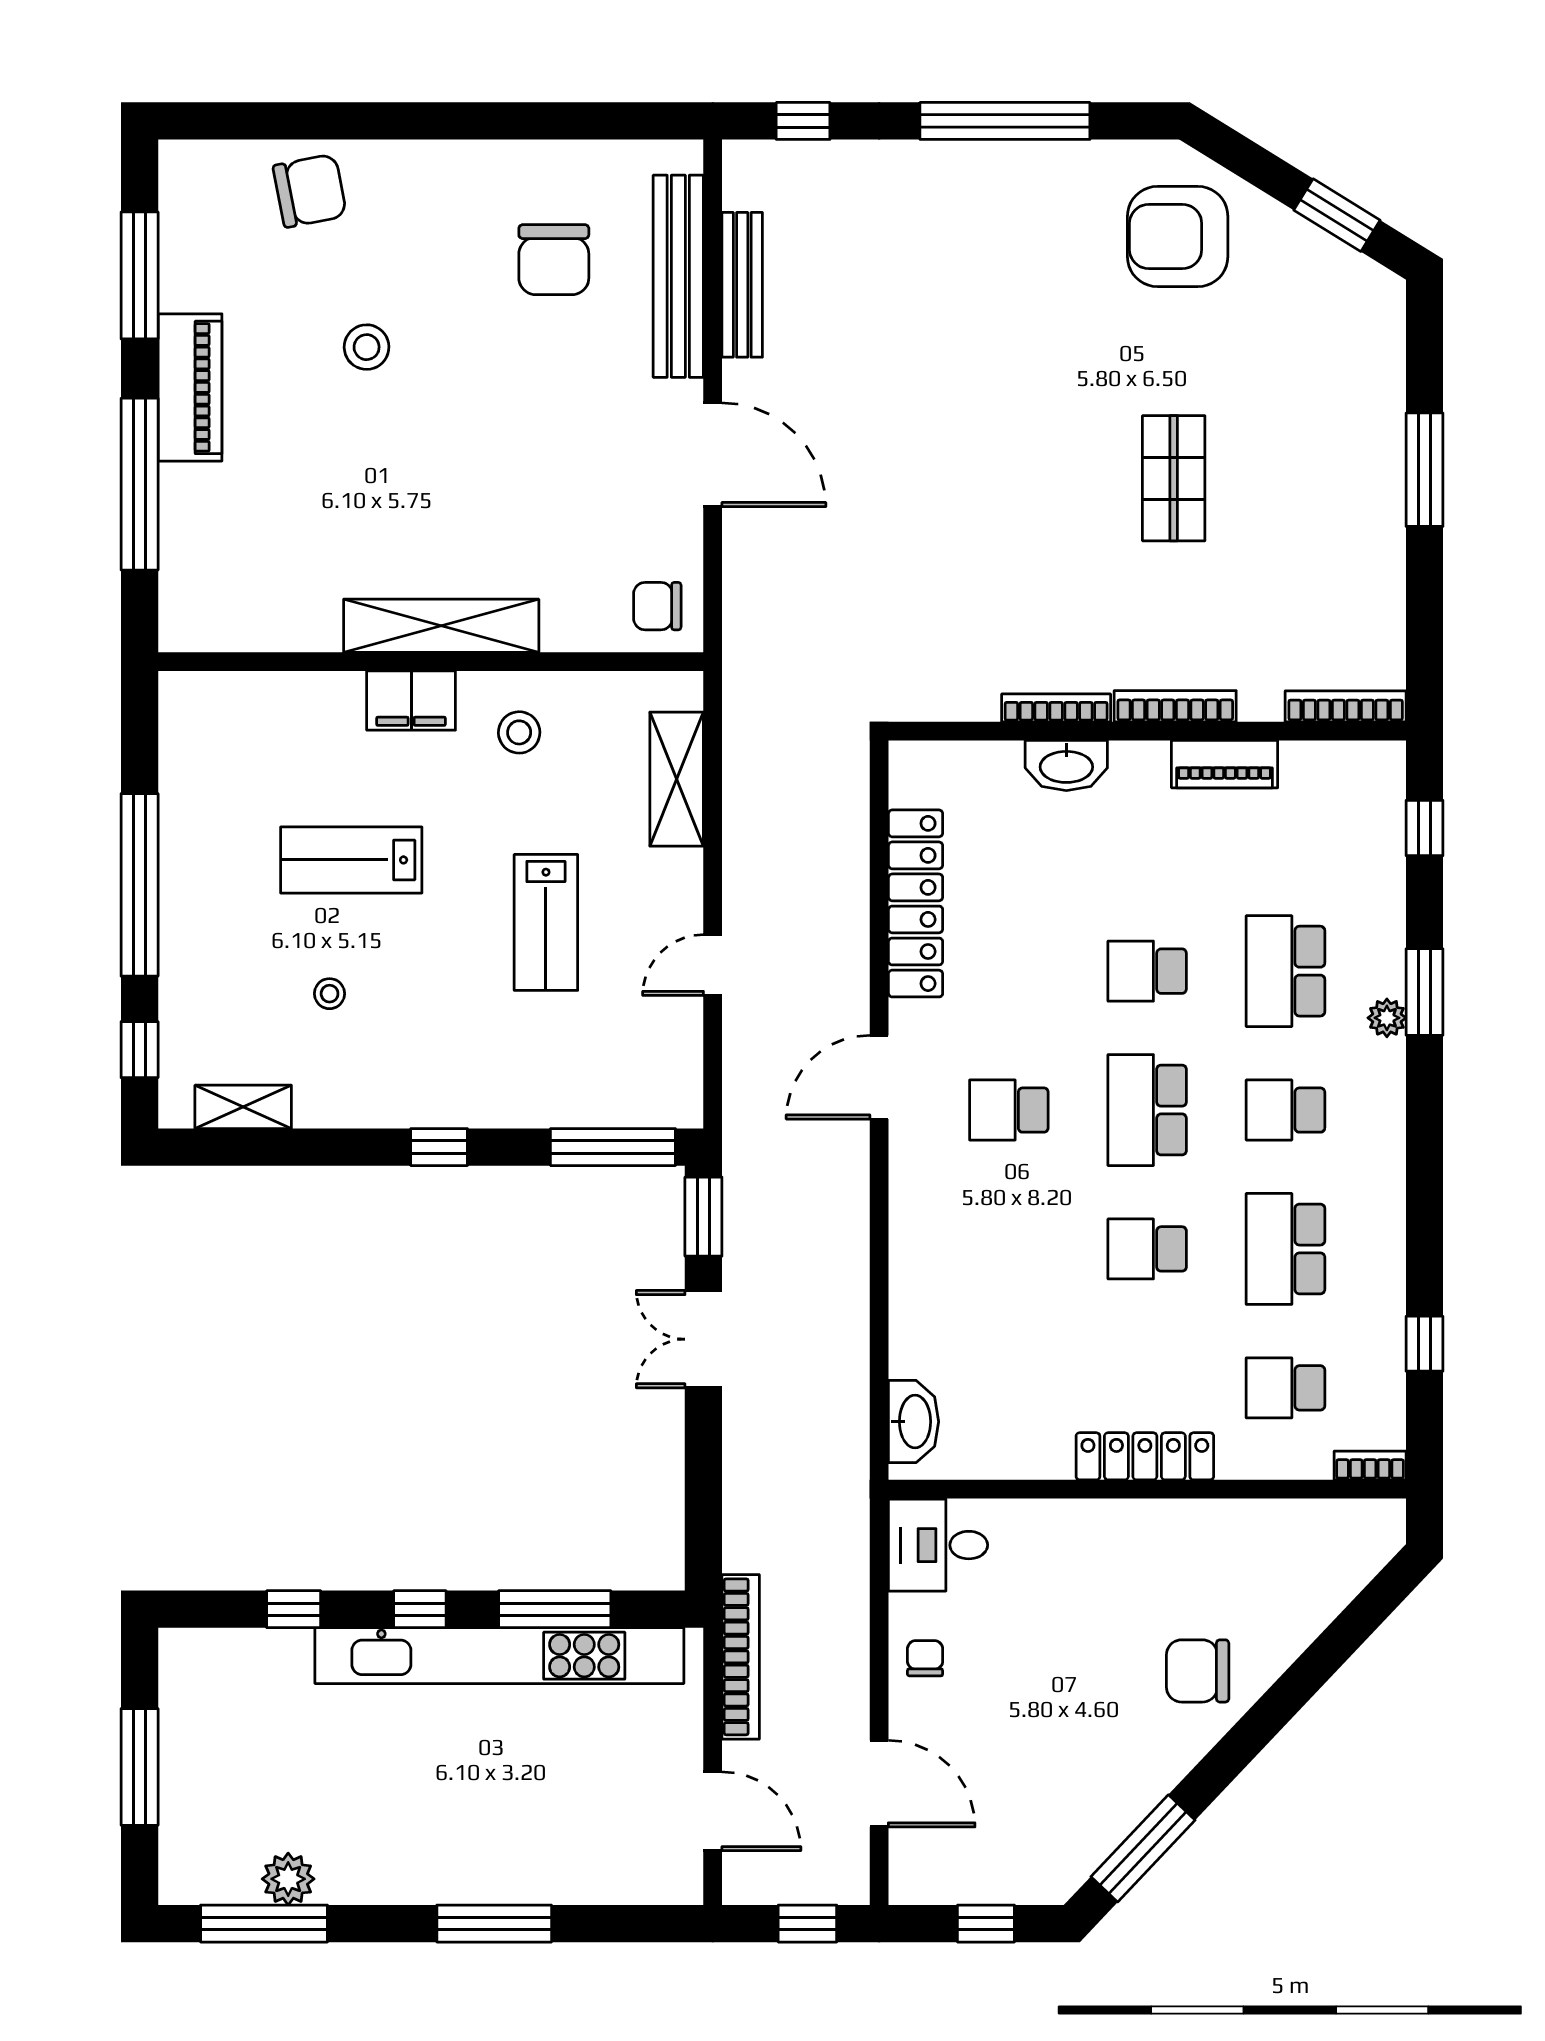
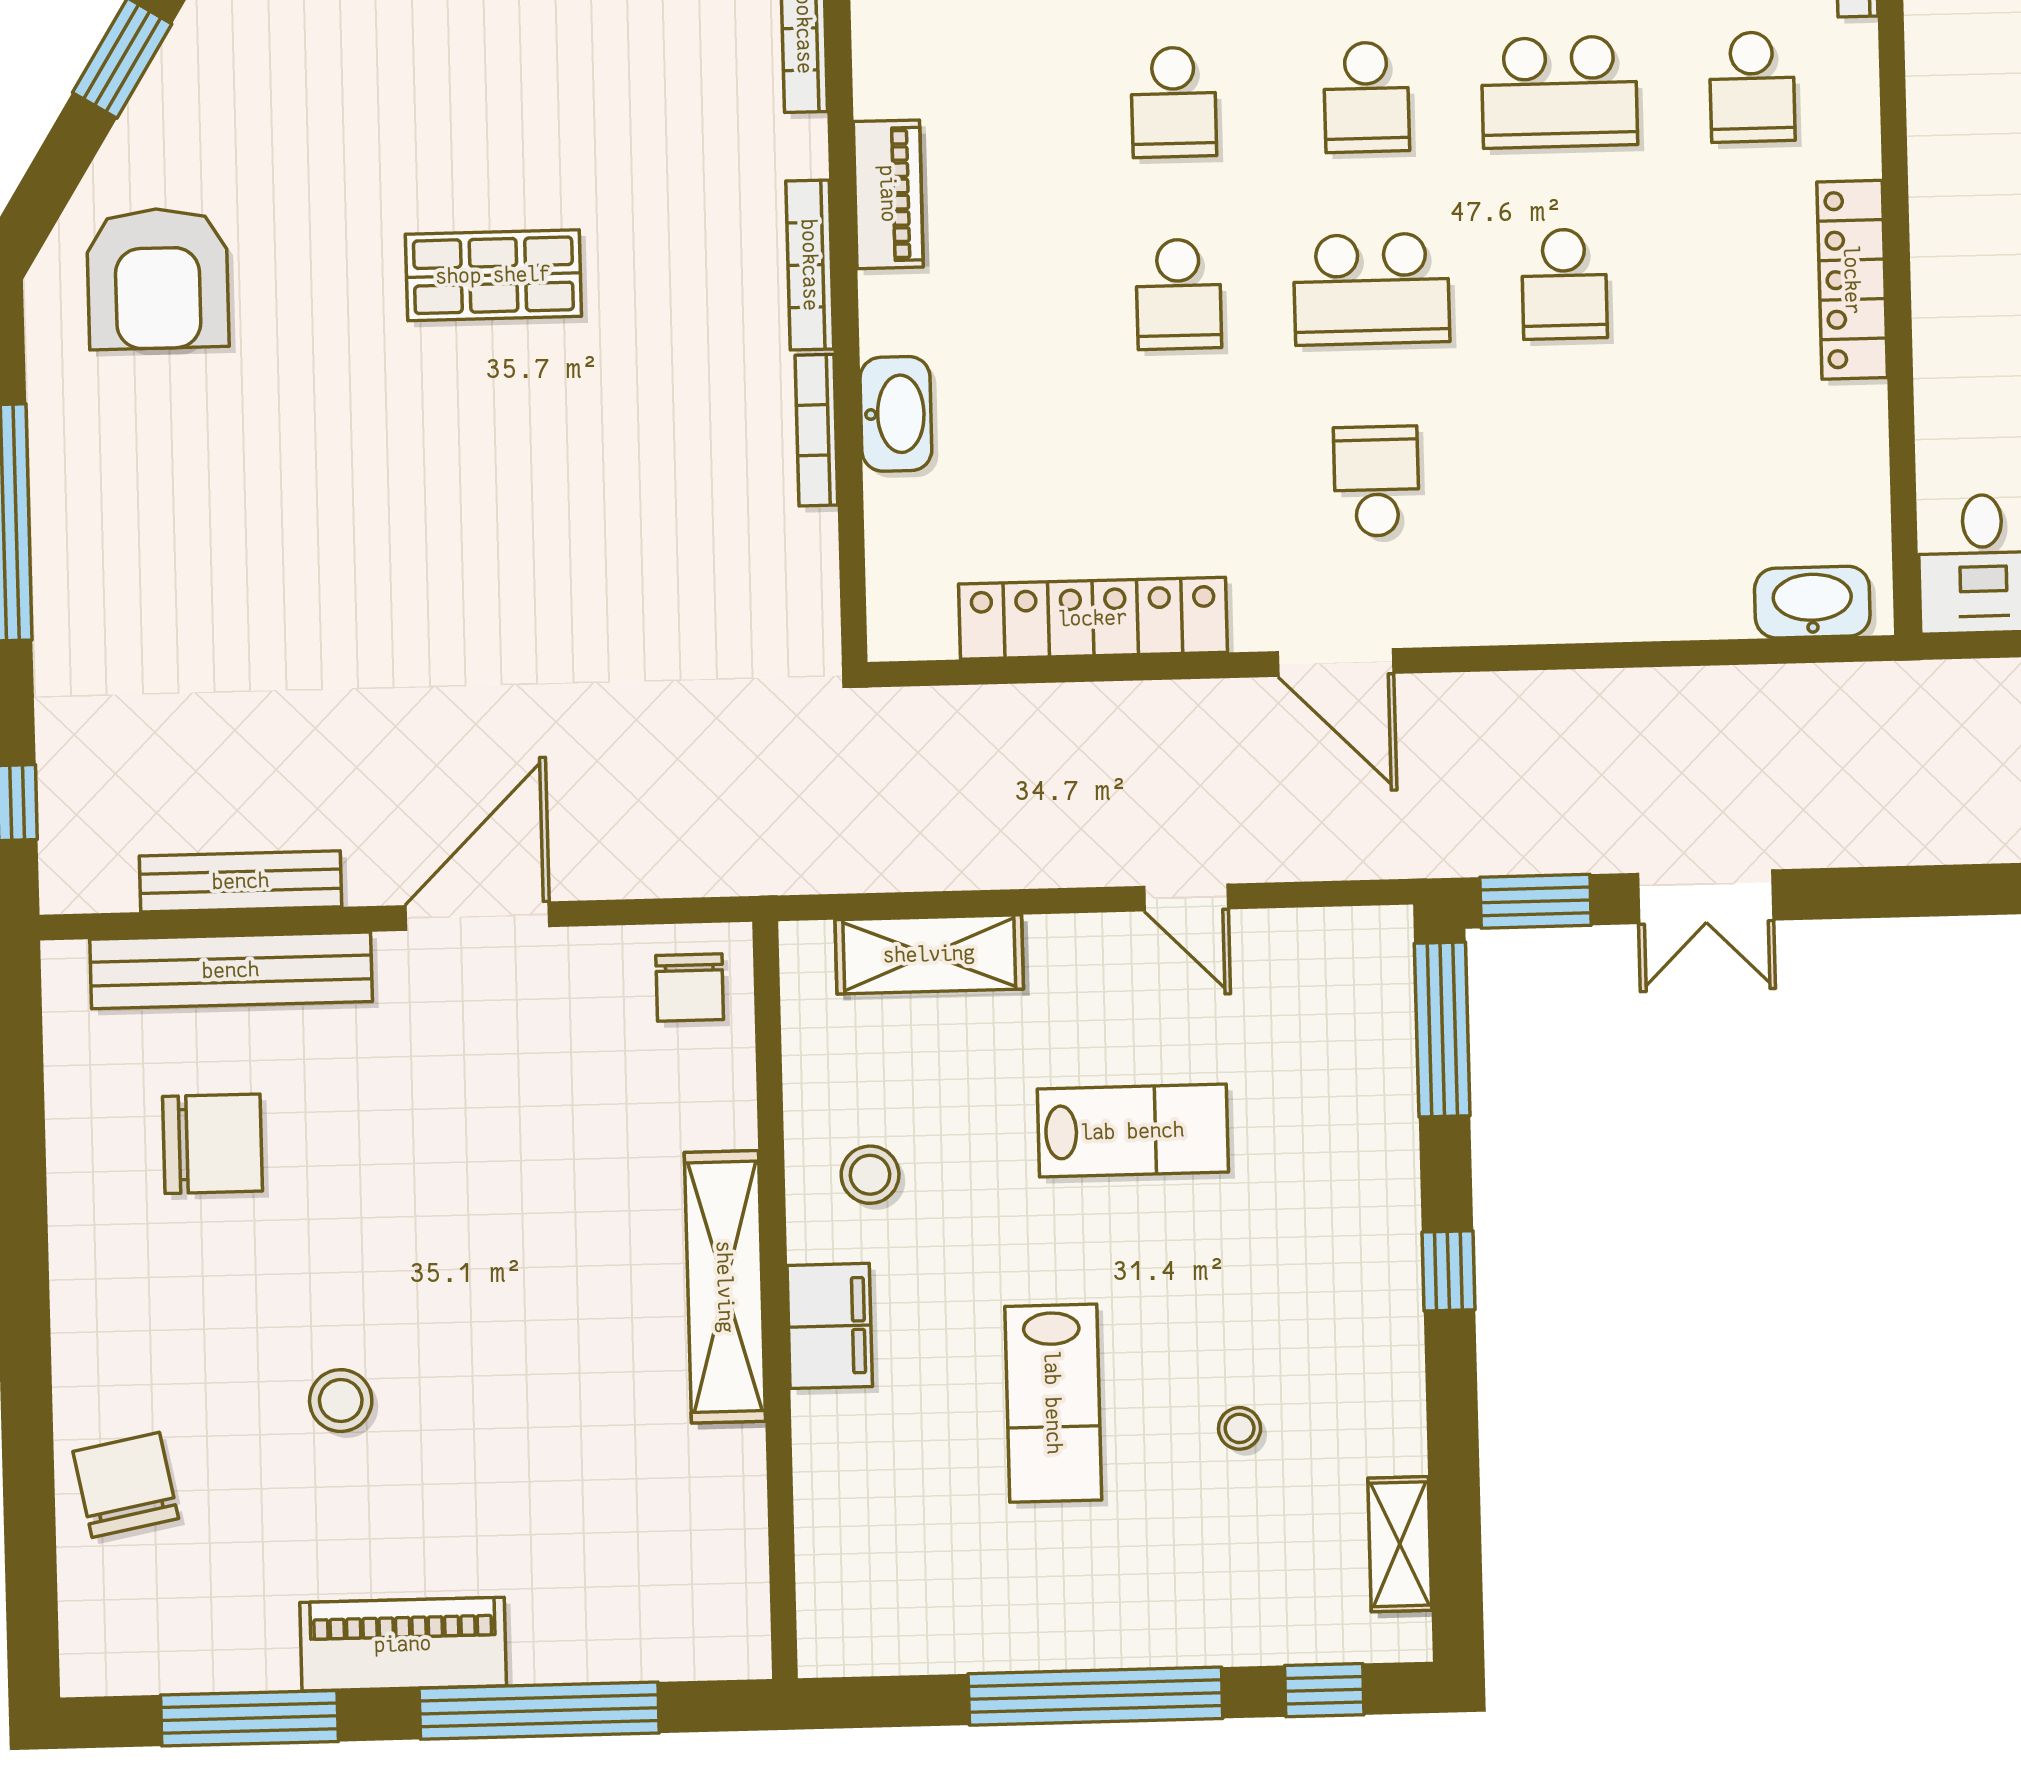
school desk: (1285, 971) -> (1174, 102), width x0.54
school desk: (1009, 1110) -> (1376, 481), turned 180

